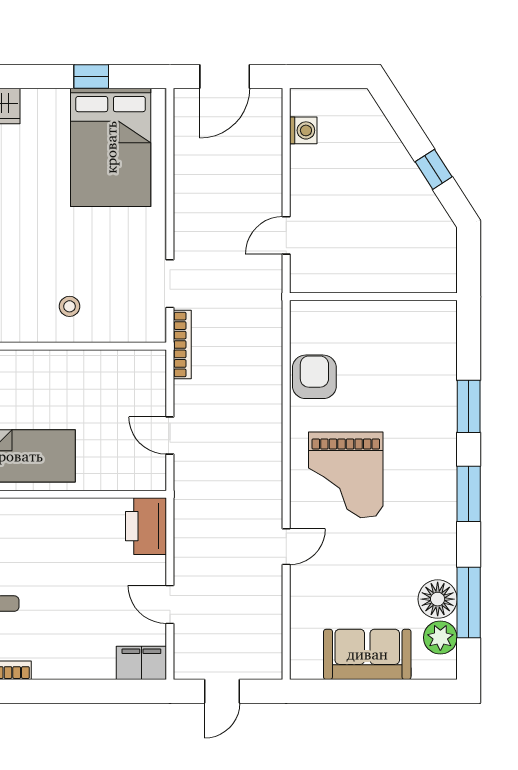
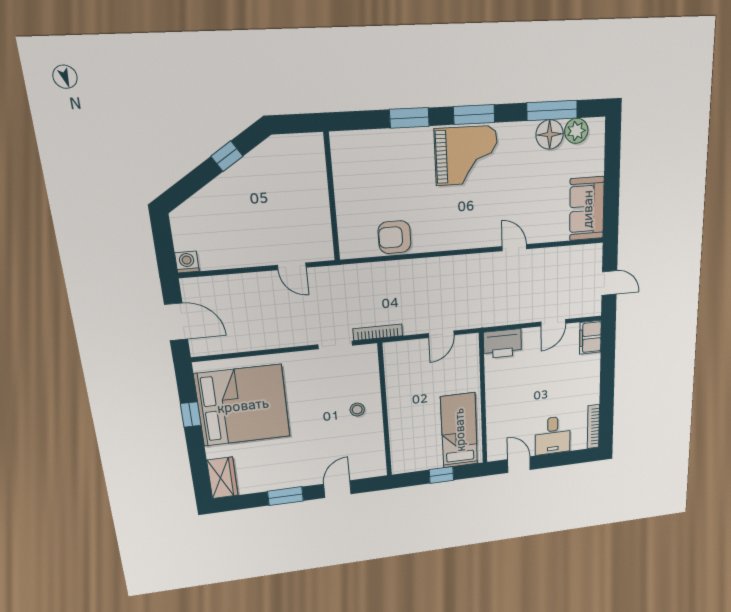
washing machine: (303, 130) -> (187, 262), moved
bed: (111, 147) -> (243, 405), width x1.36
grand piano: (346, 475) -> (466, 156), moved
sofa: (367, 654) -> (587, 209), moved

